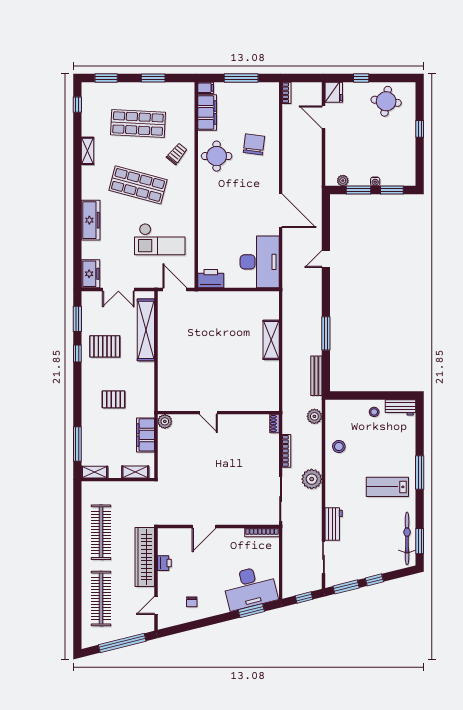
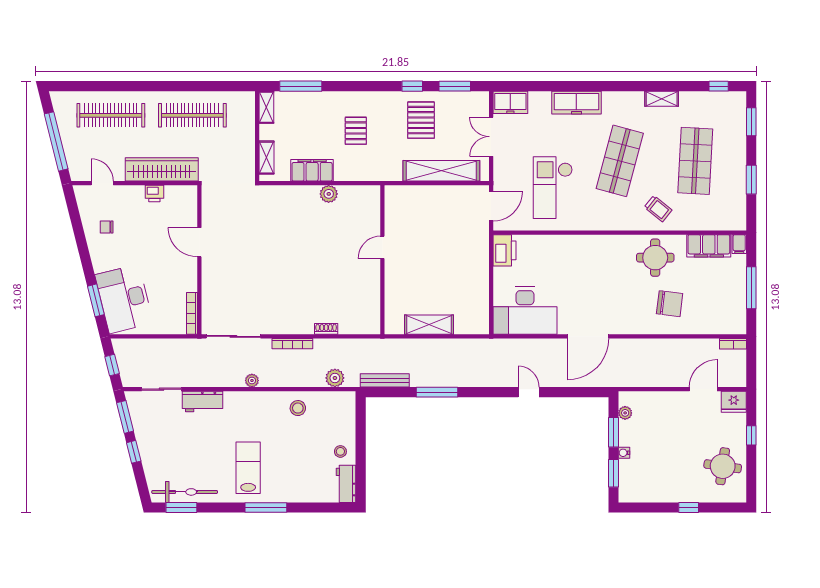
door: (208, 413) -> (382, 247), moved
wall: (218, 413) -> (382, 260), moved
plant: (312, 479) -> (252, 381), width x0.53, depth x0.53

